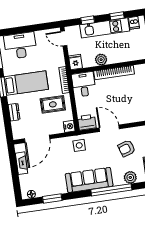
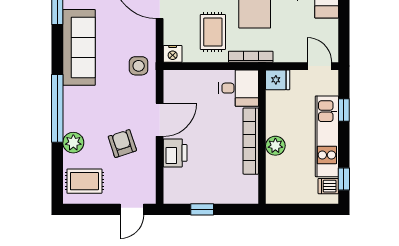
window: (117, 16) -> (344, 179), moved
door: (64, 38) -> (319, 66), hinge flipped
plant: (101, 60) -> (275, 146), moved
printer: (87, 122) -> (175, 153), moved
sofa: (89, 180) -> (79, 47), moved

